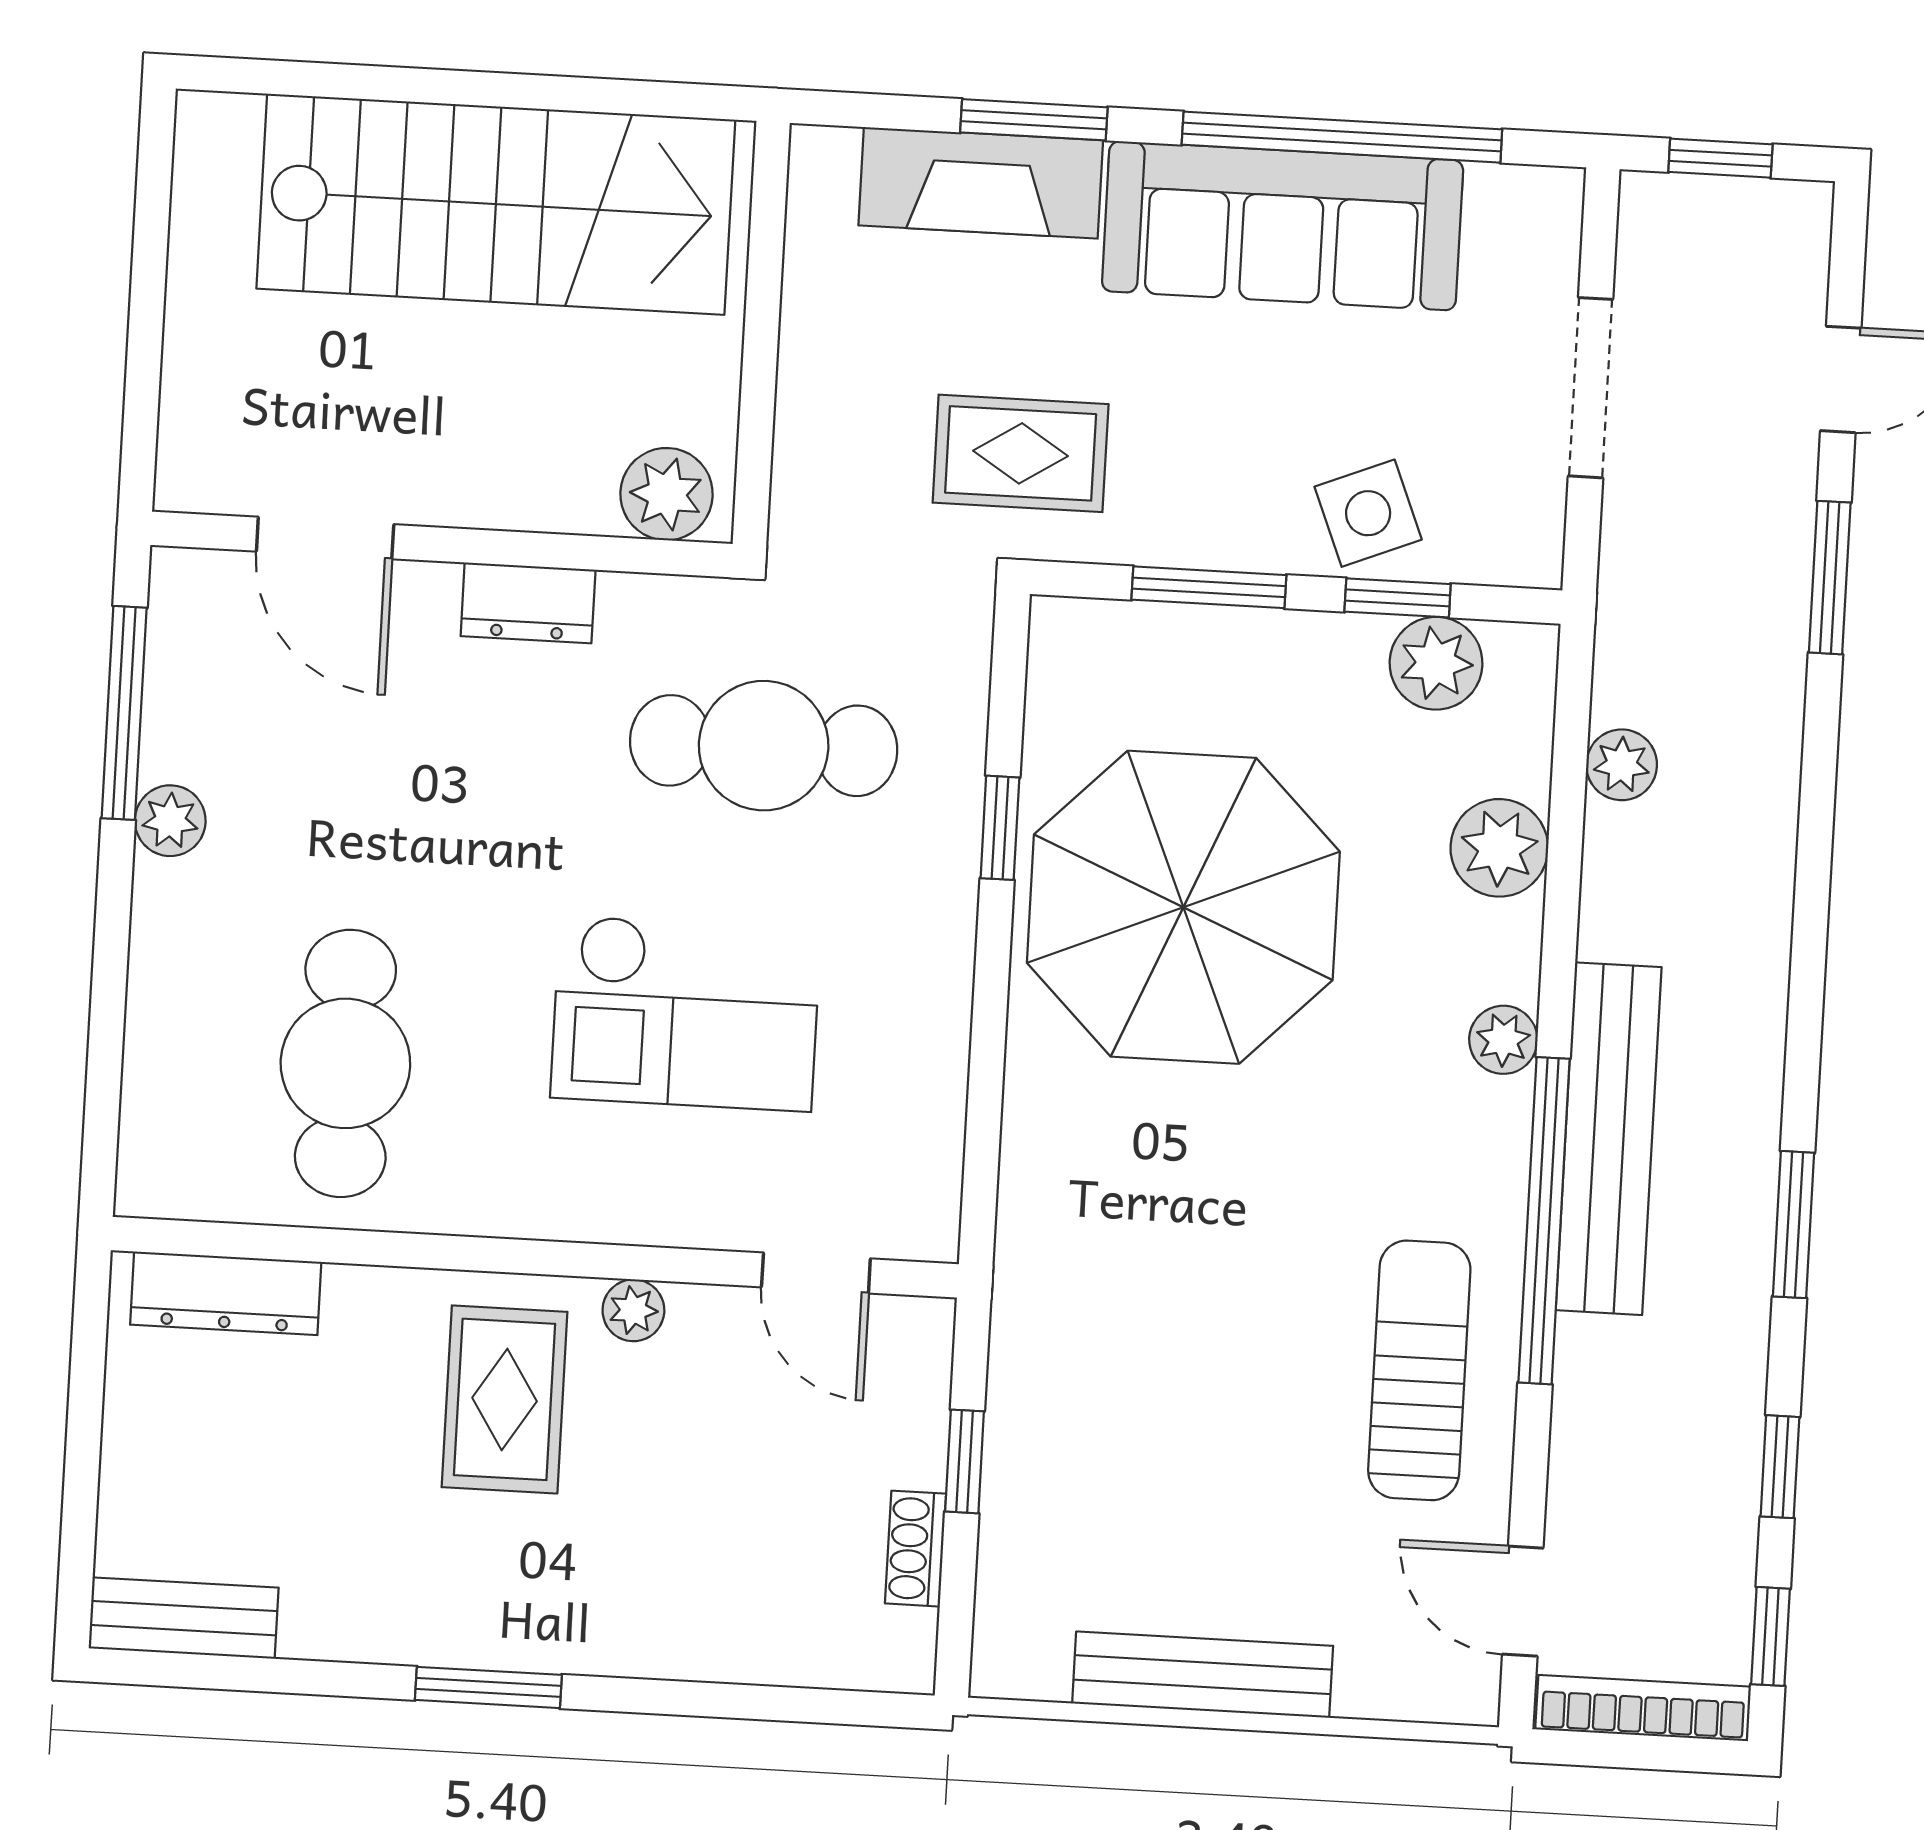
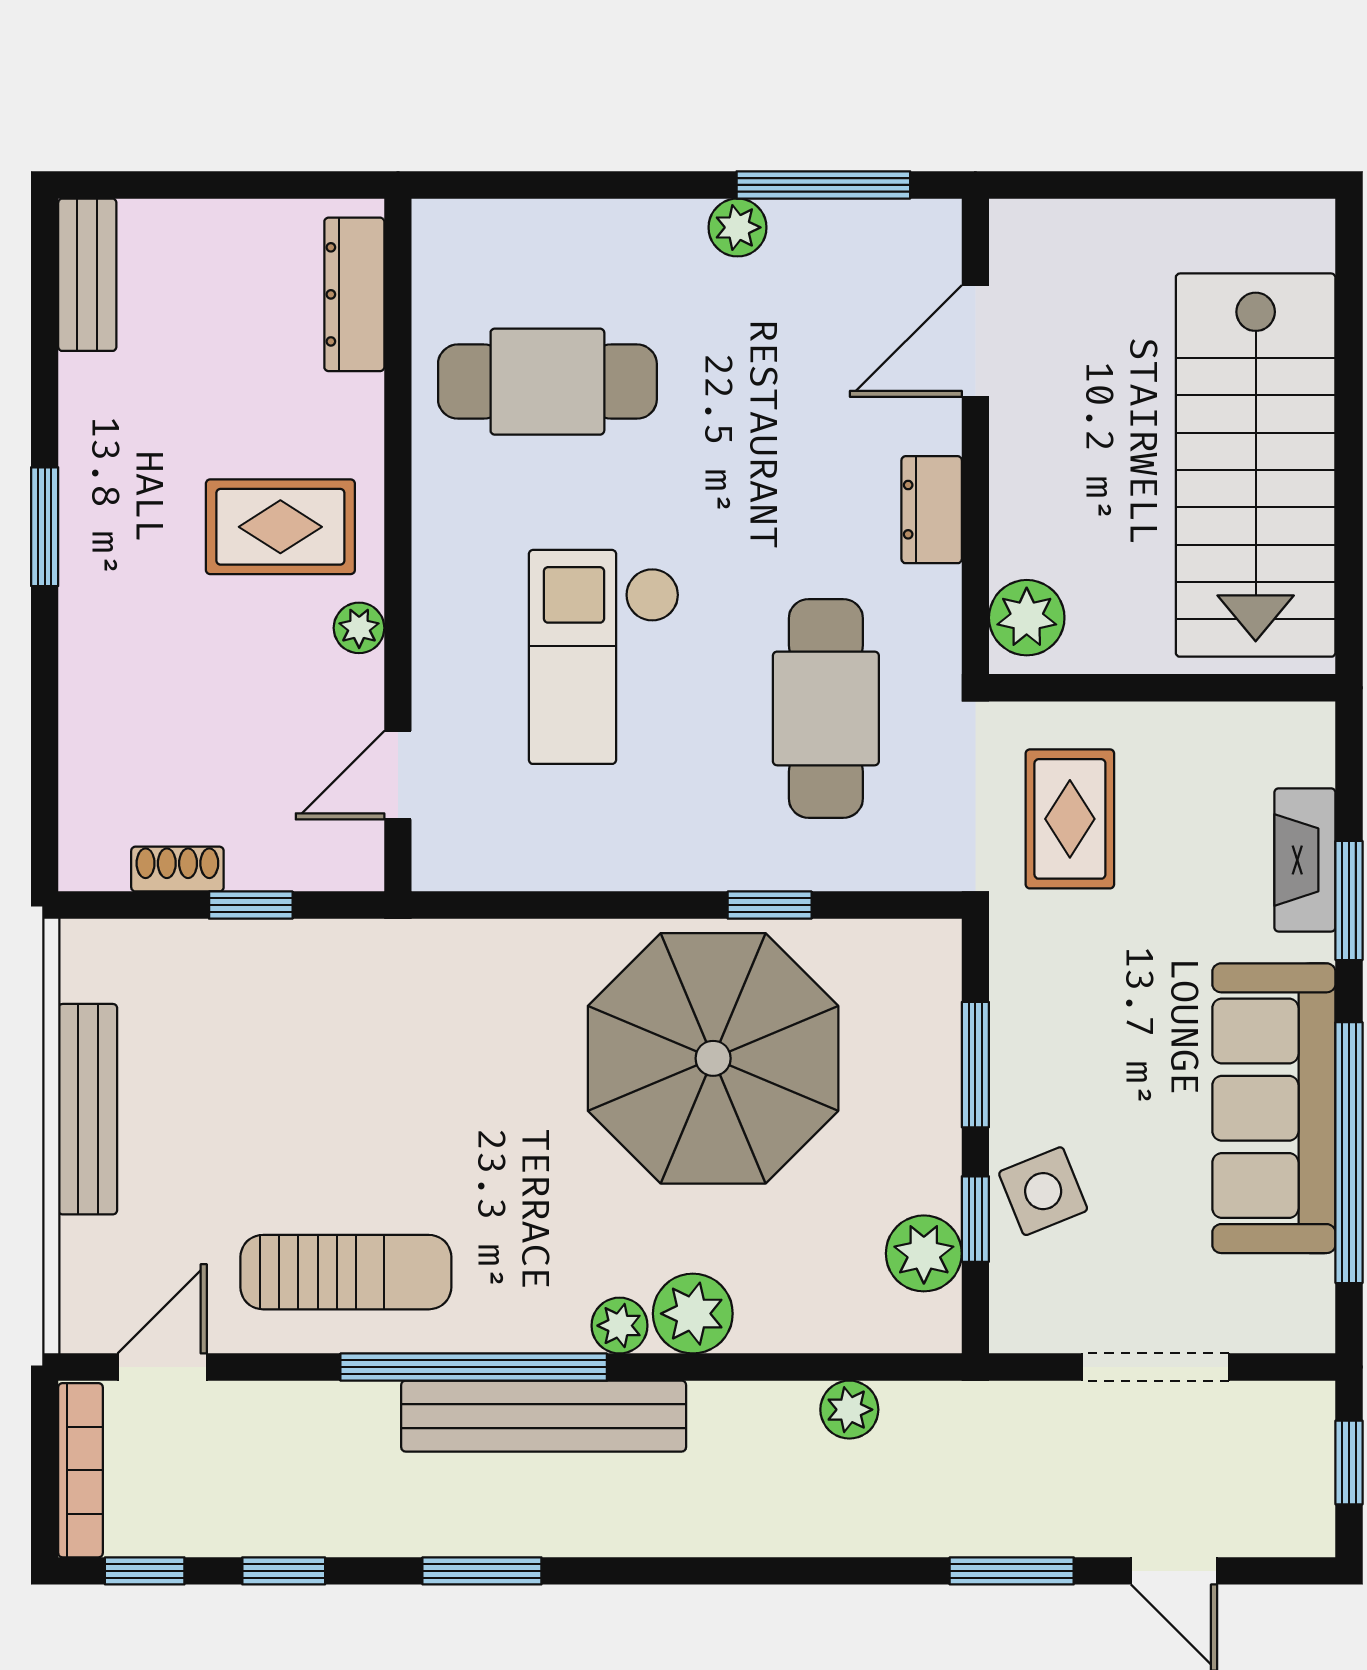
fireplace: (981, 183) -> (1305, 860), width x0.73, depth x0.76
rug: (1021, 453) -> (1070, 819), moved
plant: (1499, 848) -> (693, 1314), moved

